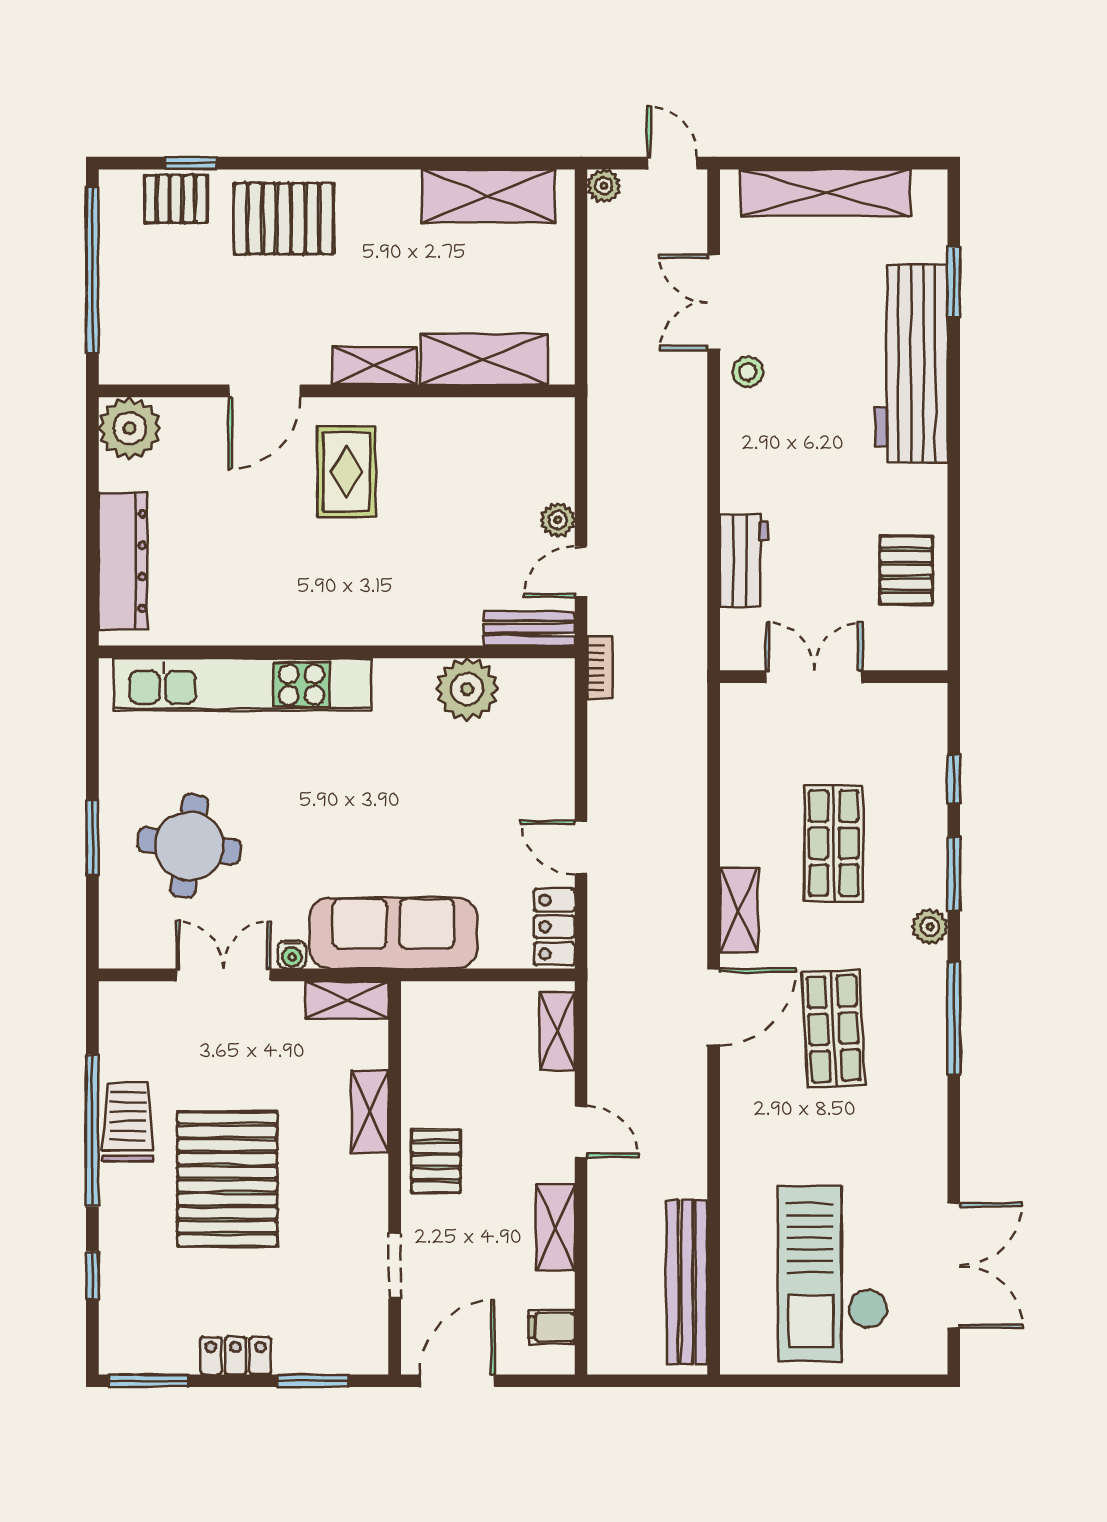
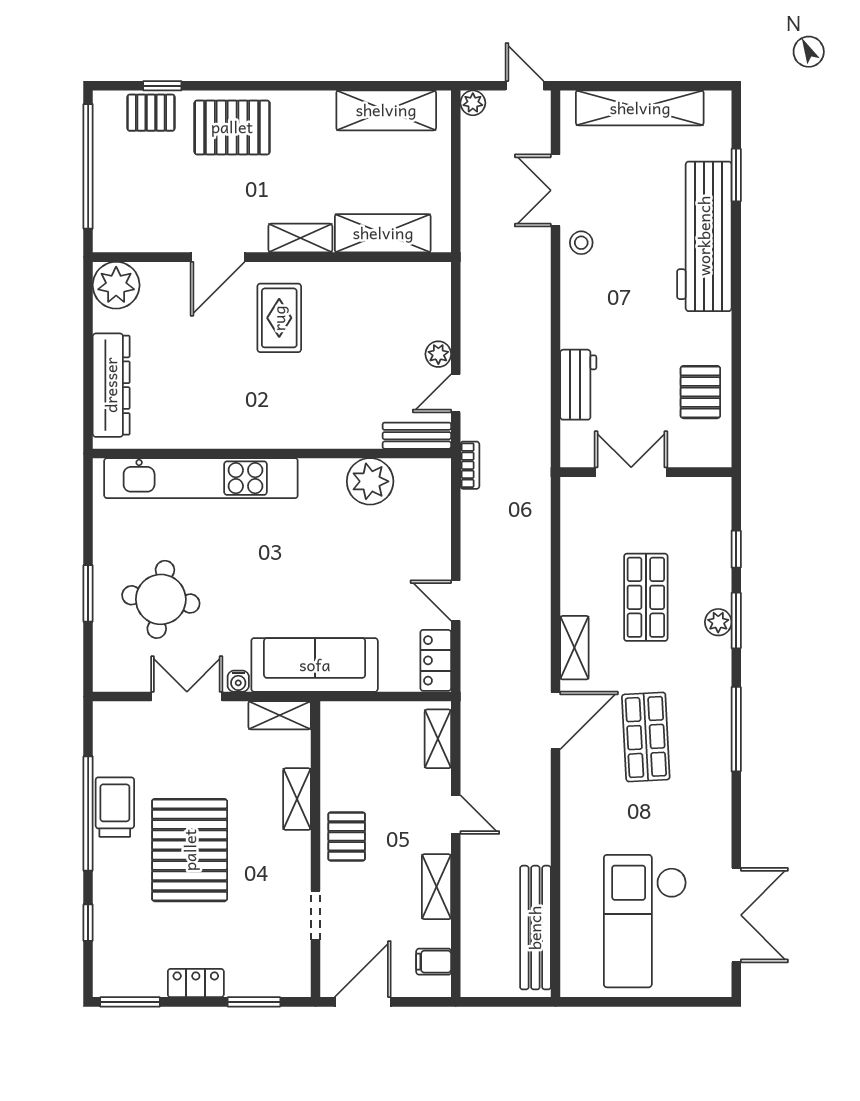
plant: (930, 927) -> (718, 622), moved

